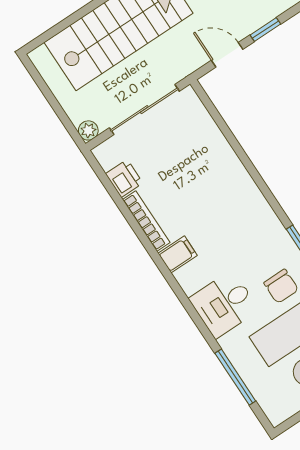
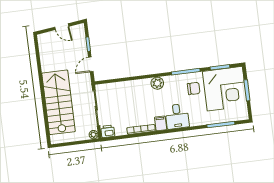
printer: (124, 178) -> (108, 131), moved
plant: (256, 208) -> (157, 83), added
desk: (224, 304) -> (177, 116), moved

